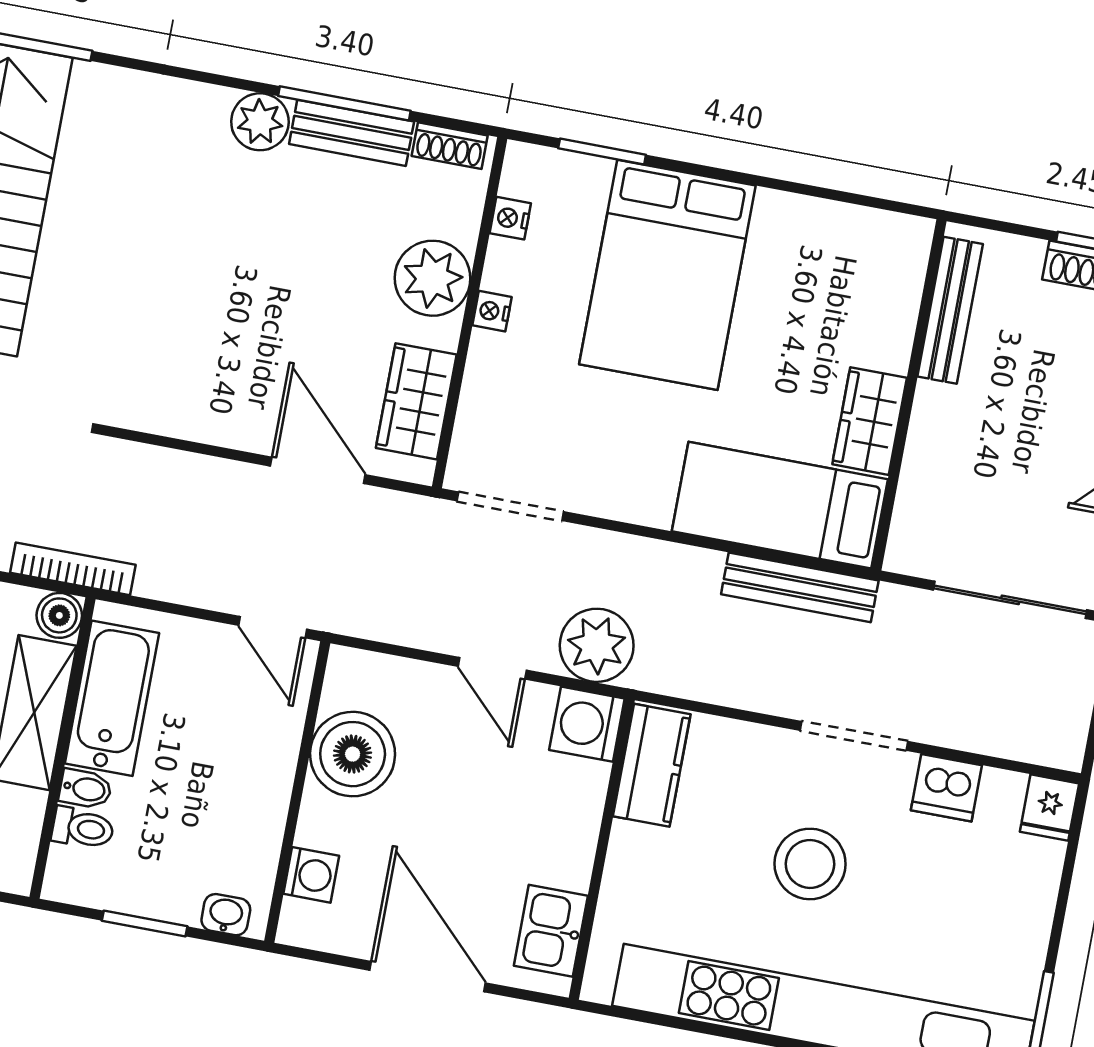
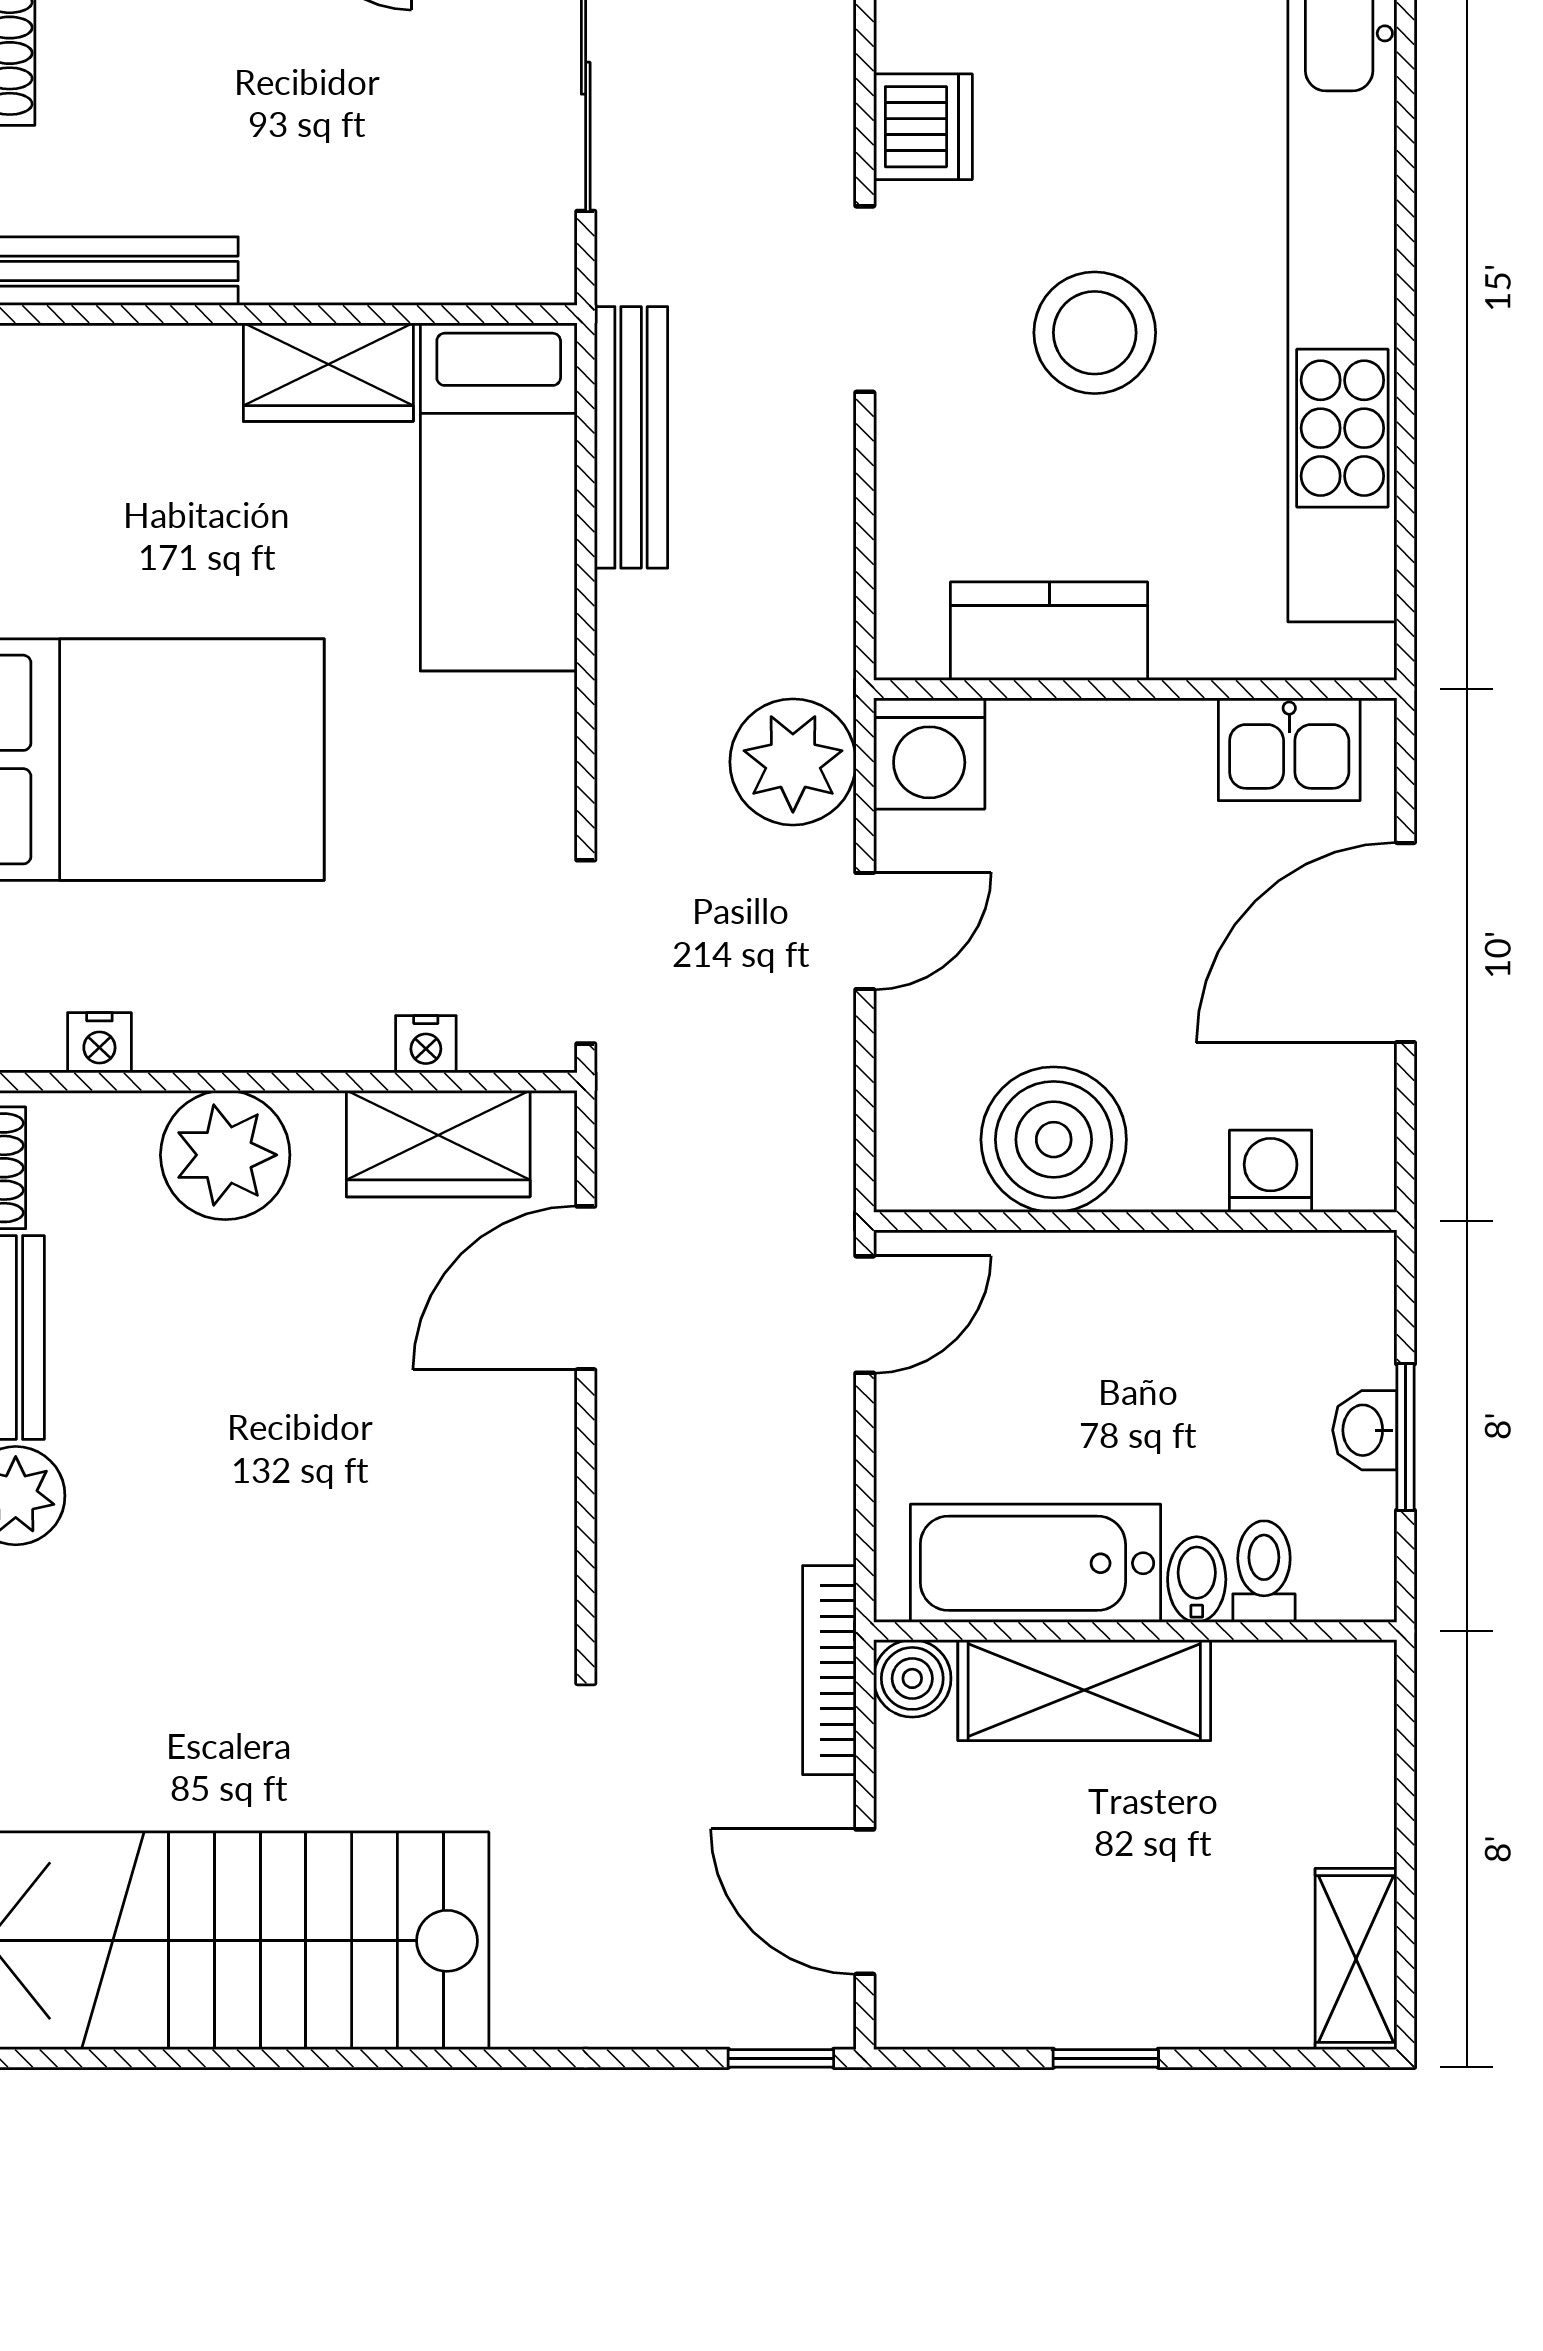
nightstand: (492, 311) -> (426, 1044), moved
kitchen counter: (652, 765) -> (1049, 631), moved
washbasin: (226, 915) -> (1365, 1430), moved

